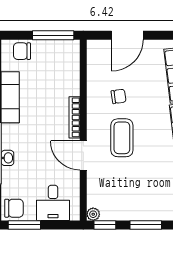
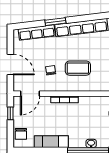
window: (53, 35) -> (10, 113), width x0.46
door: (83, 155) -> (30, 94), moved

